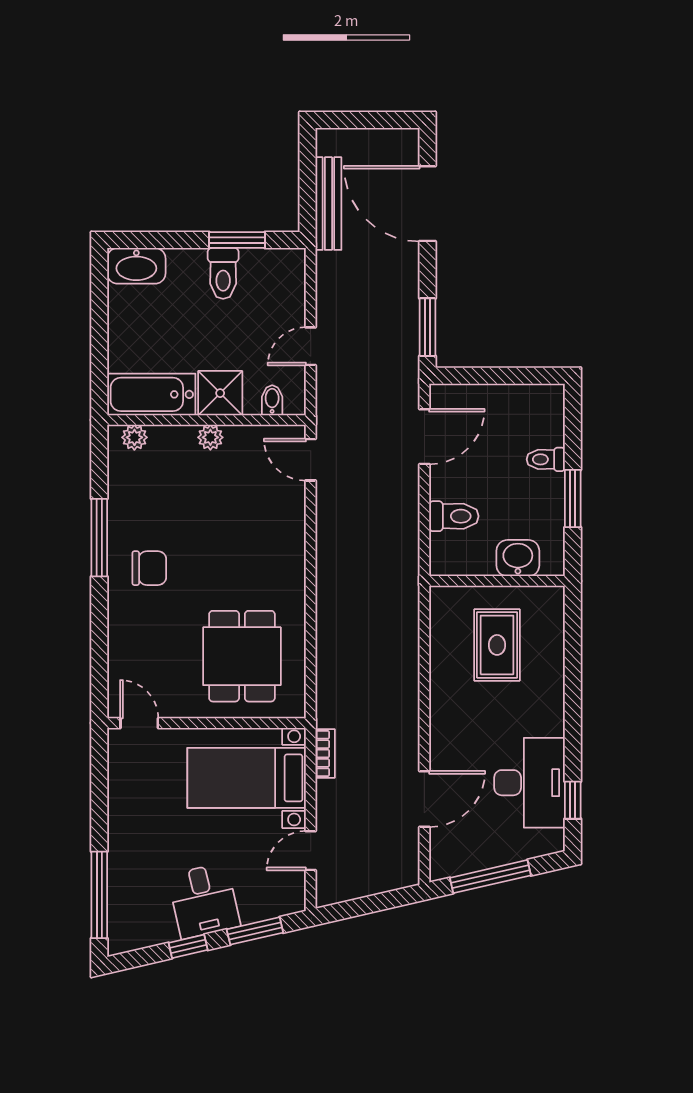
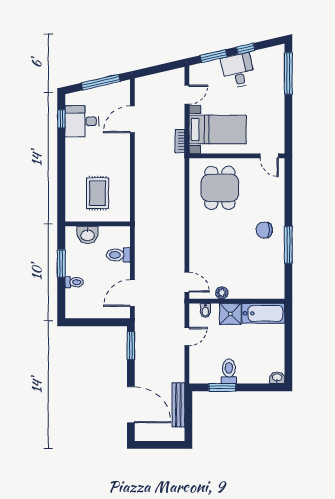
washbasin: (136, 266) -> (277, 378), width x0.52, depth x0.69
plant: (134, 437) -> (271, 293), removed
plant: (210, 437) -> (222, 293), moved
desk: (529, 783) -> (82, 121), width x0.73

